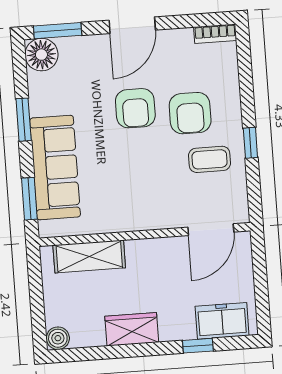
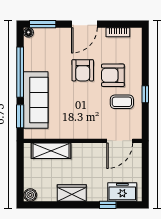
bookcase: (215, 34) -> (118, 32), moved
floor lamp: (41, 55) -> (28, 32), width x0.53, depth x0.53
armchair: (190, 113) -> (113, 75), turned 90
window: (24, 120) -> (20, 72), width x2.11

